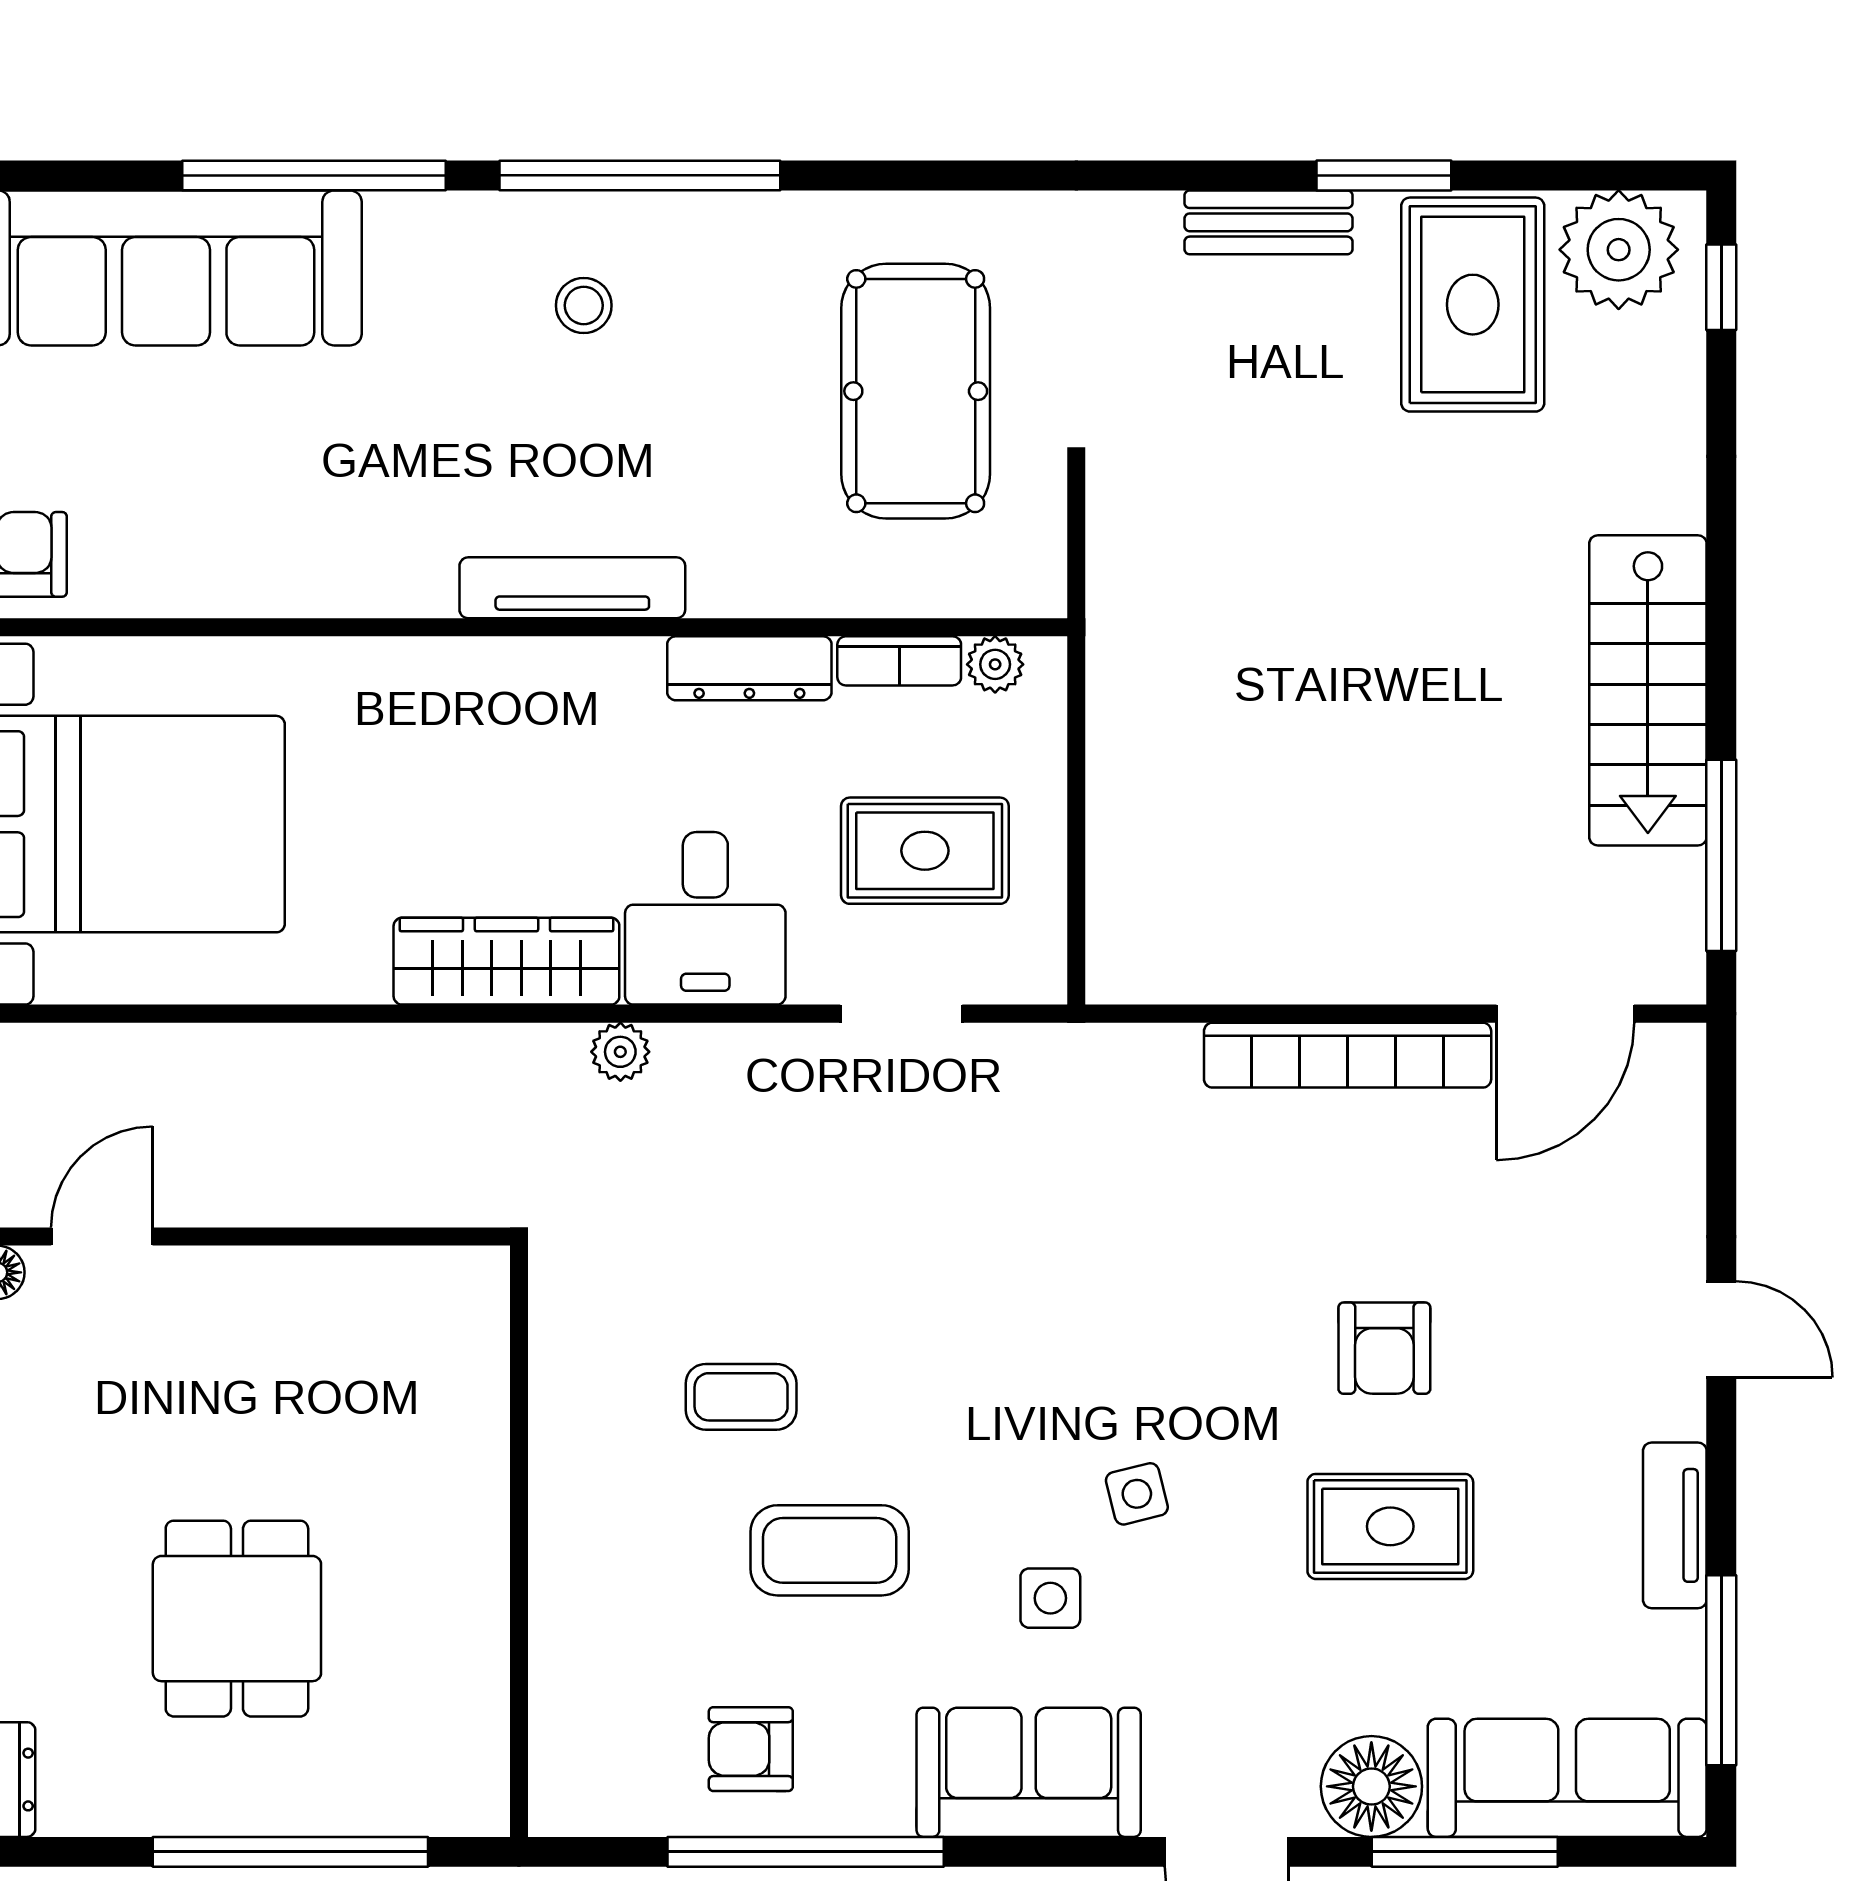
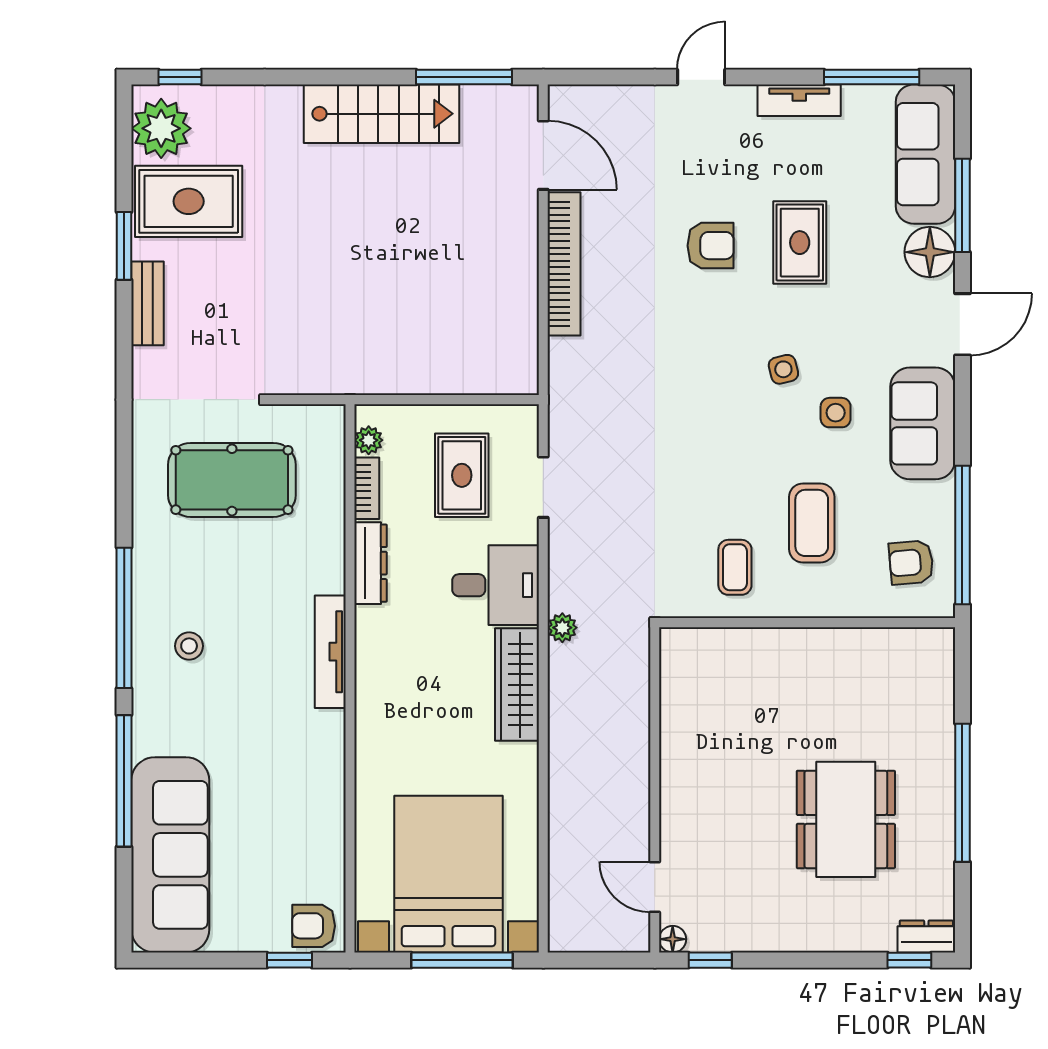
wall: (519, 1541) -> (807, 623), moved
dining table: (237, 1619) -> (846, 819), width x1.37
armchair: (751, 1749) -> (911, 562), turned 85

